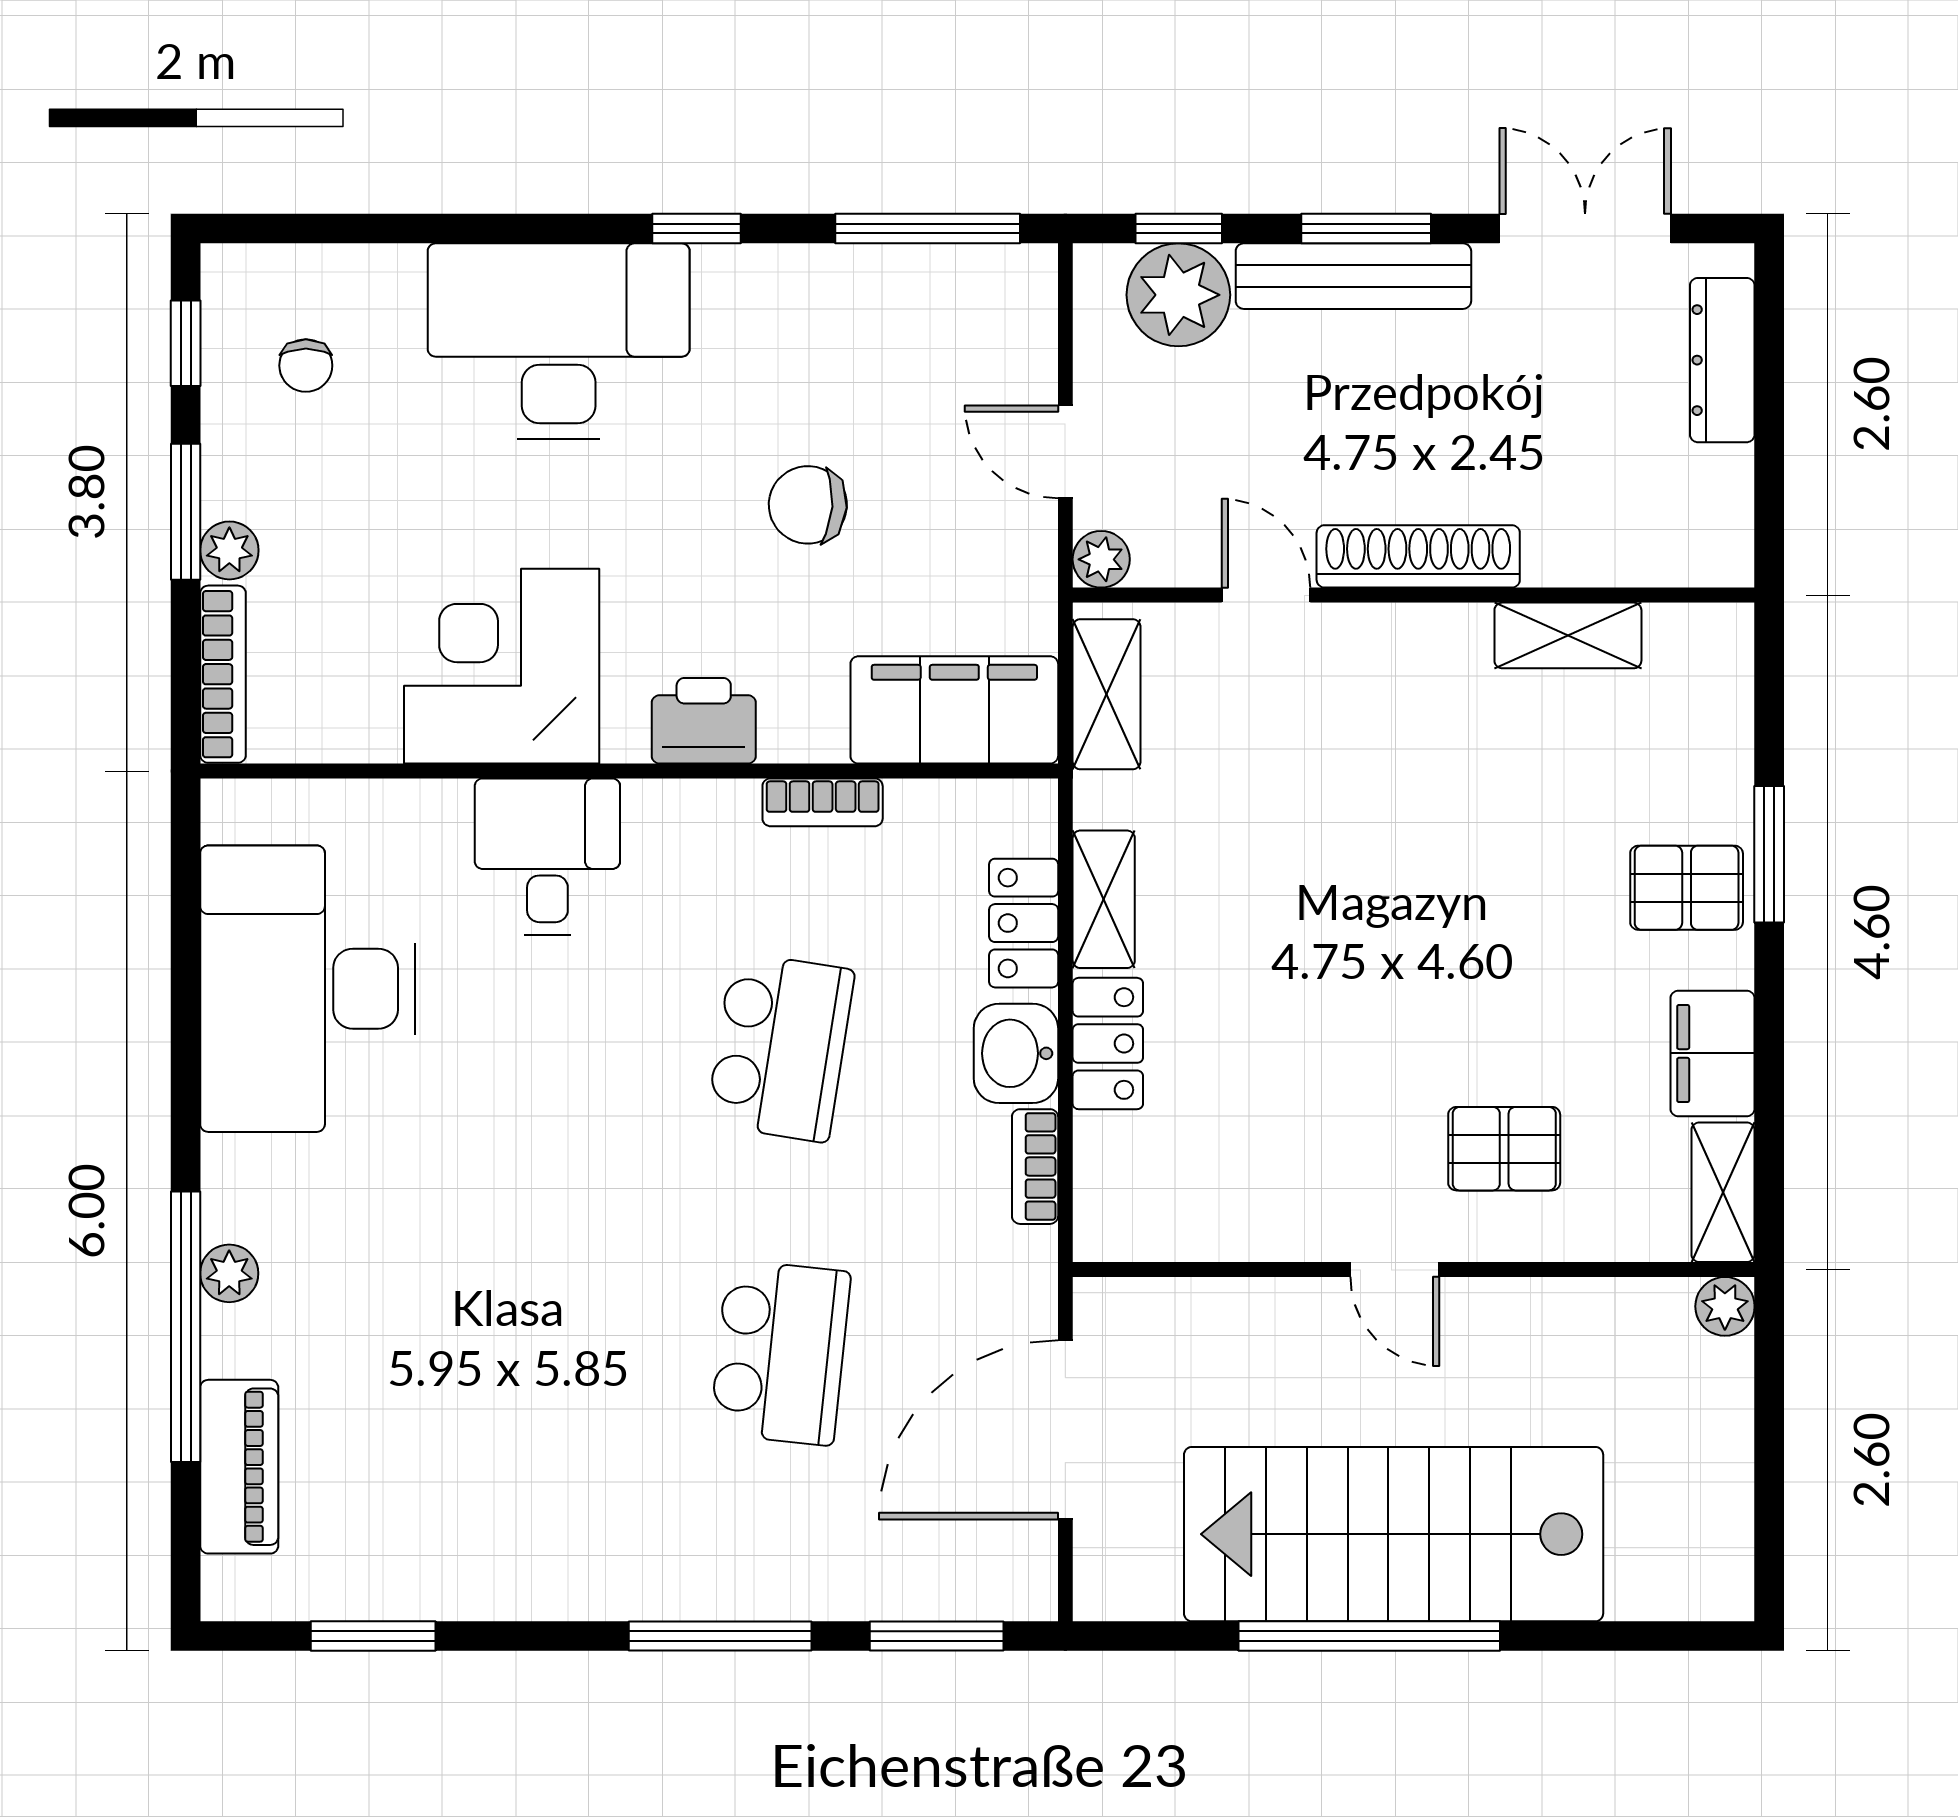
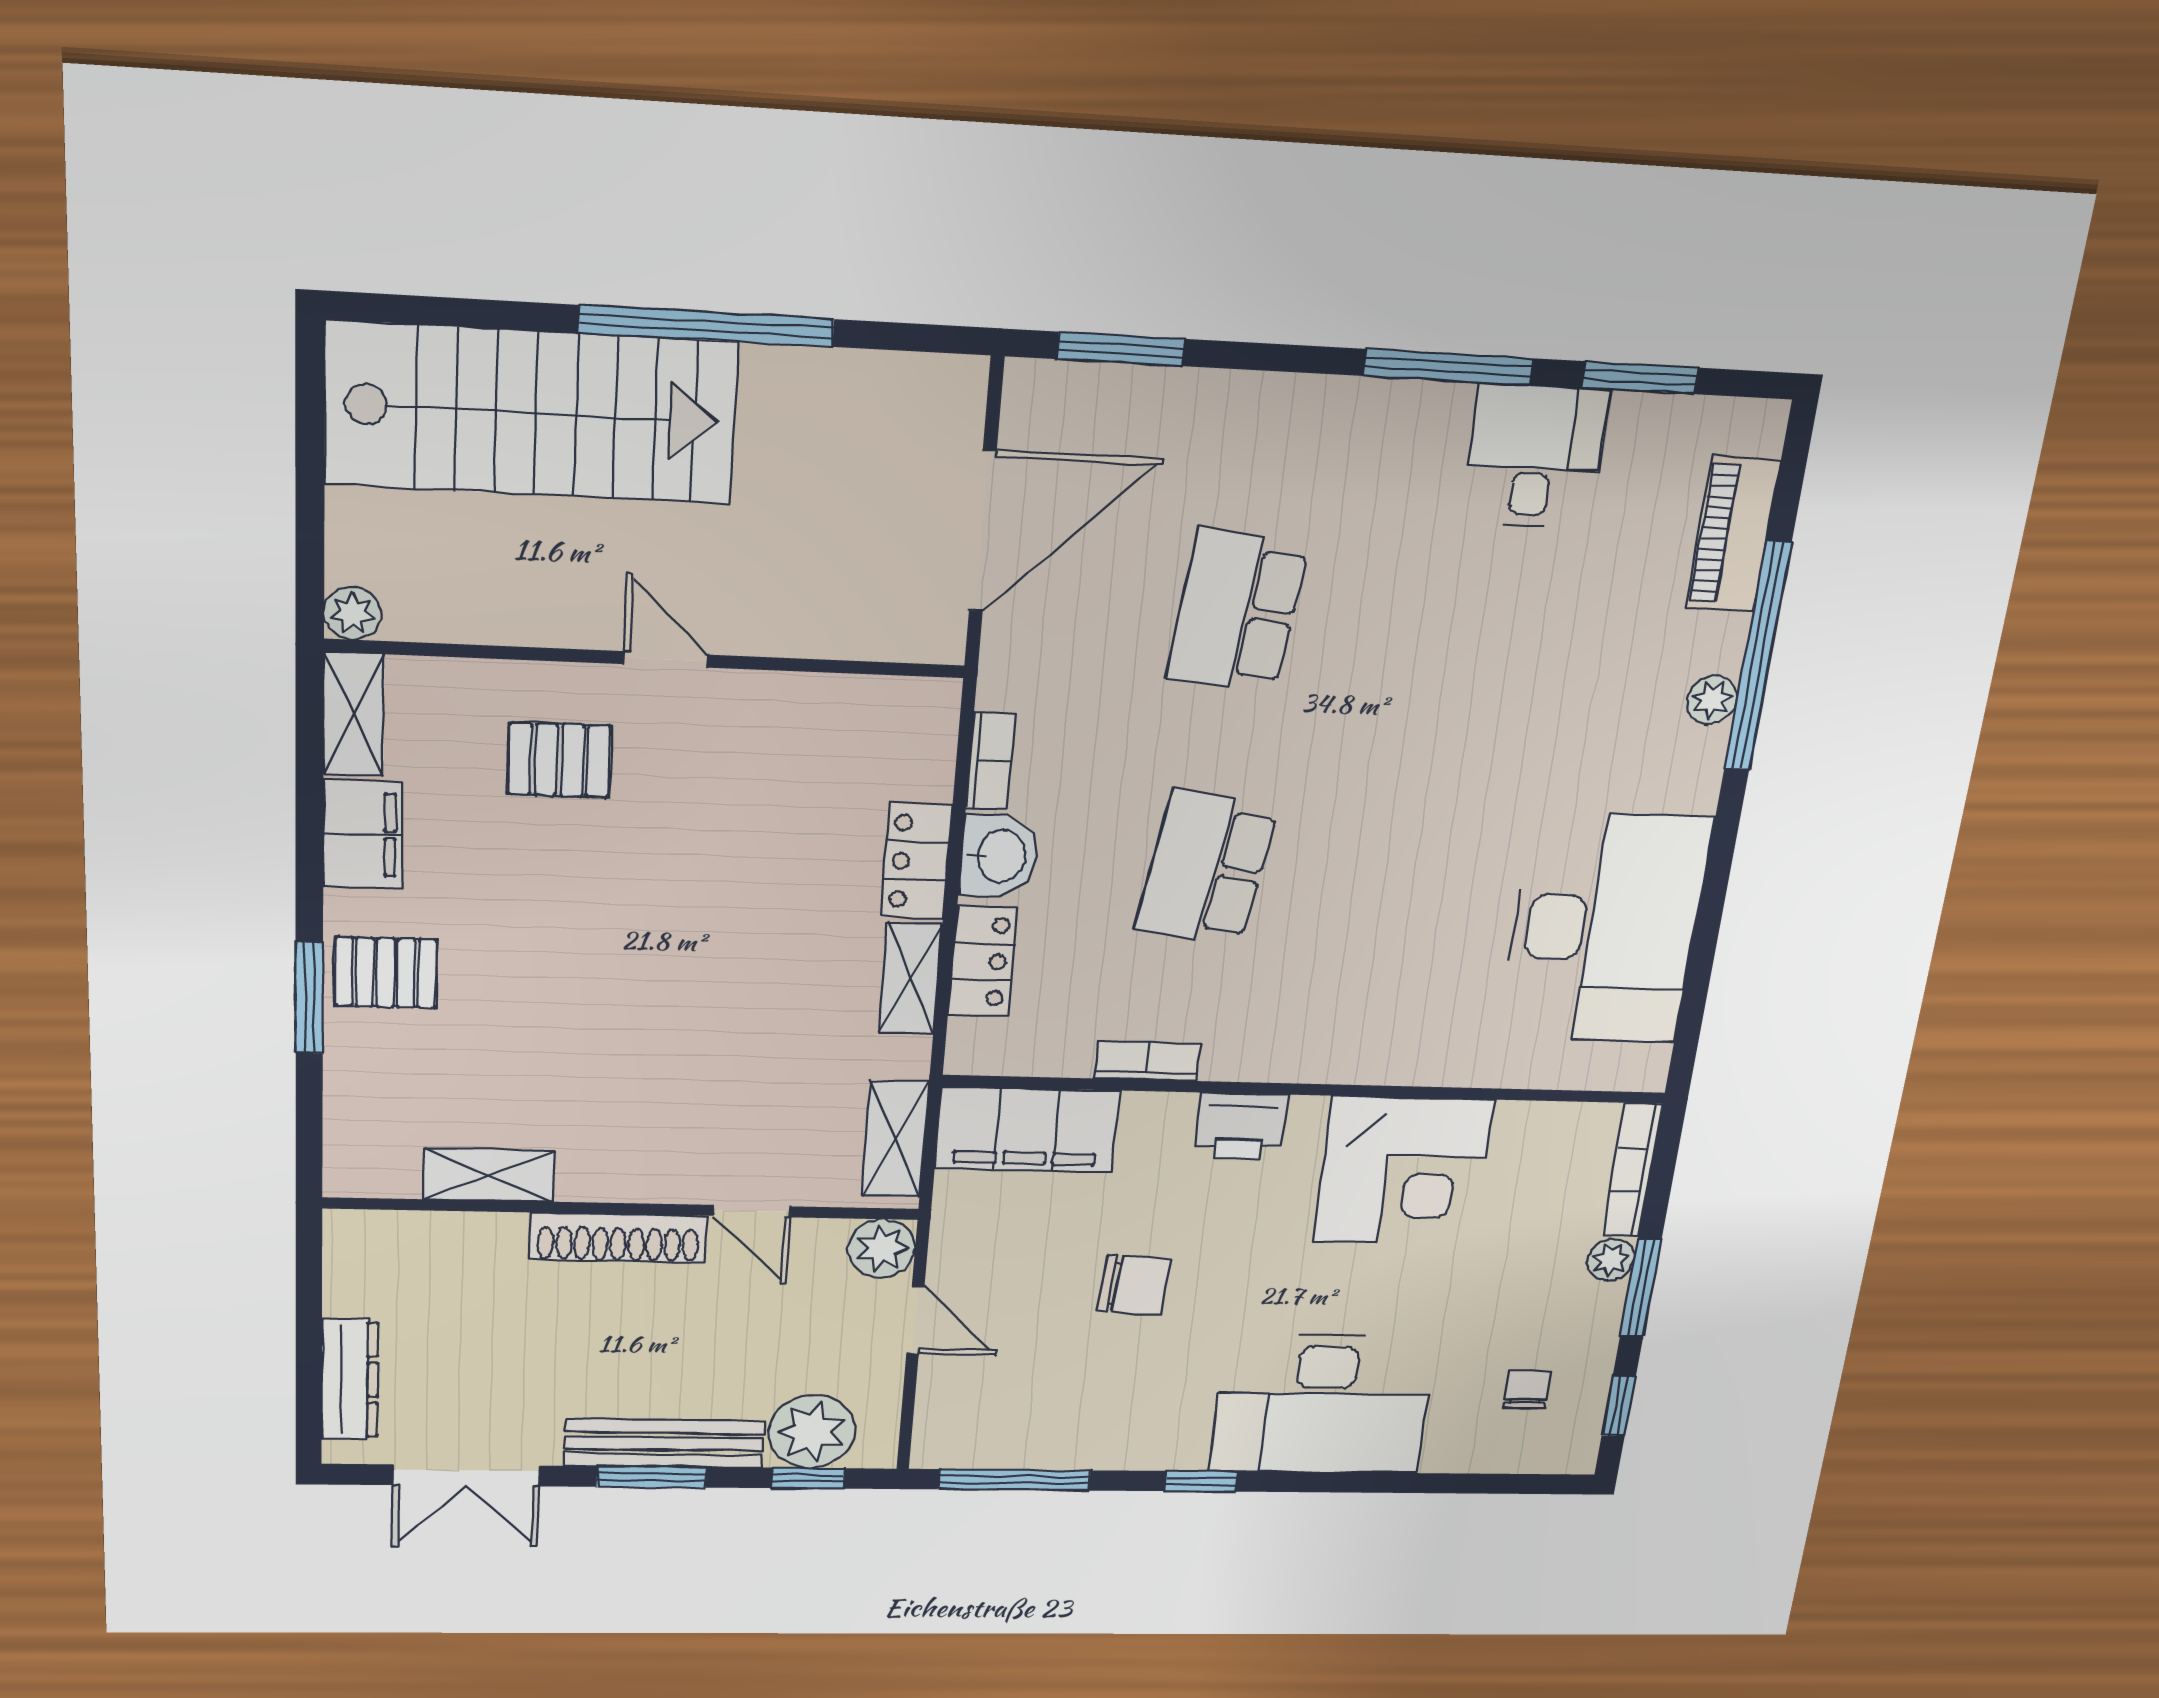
plant: (1101, 559) -> (882, 1248), width x1.38, depth x1.38
desk: (547, 857) -> (1535, 457), moved, turned 180
stairs: (1394, 1534) -> (531, 413), moved
window: (720, 1636) -> (1448, 367), moved

